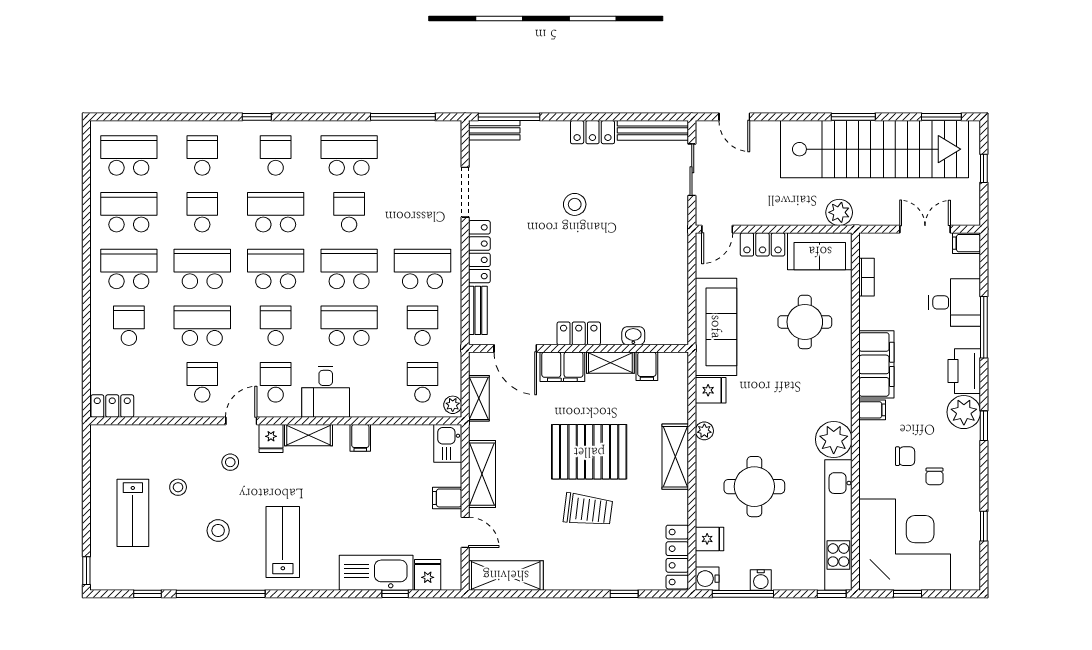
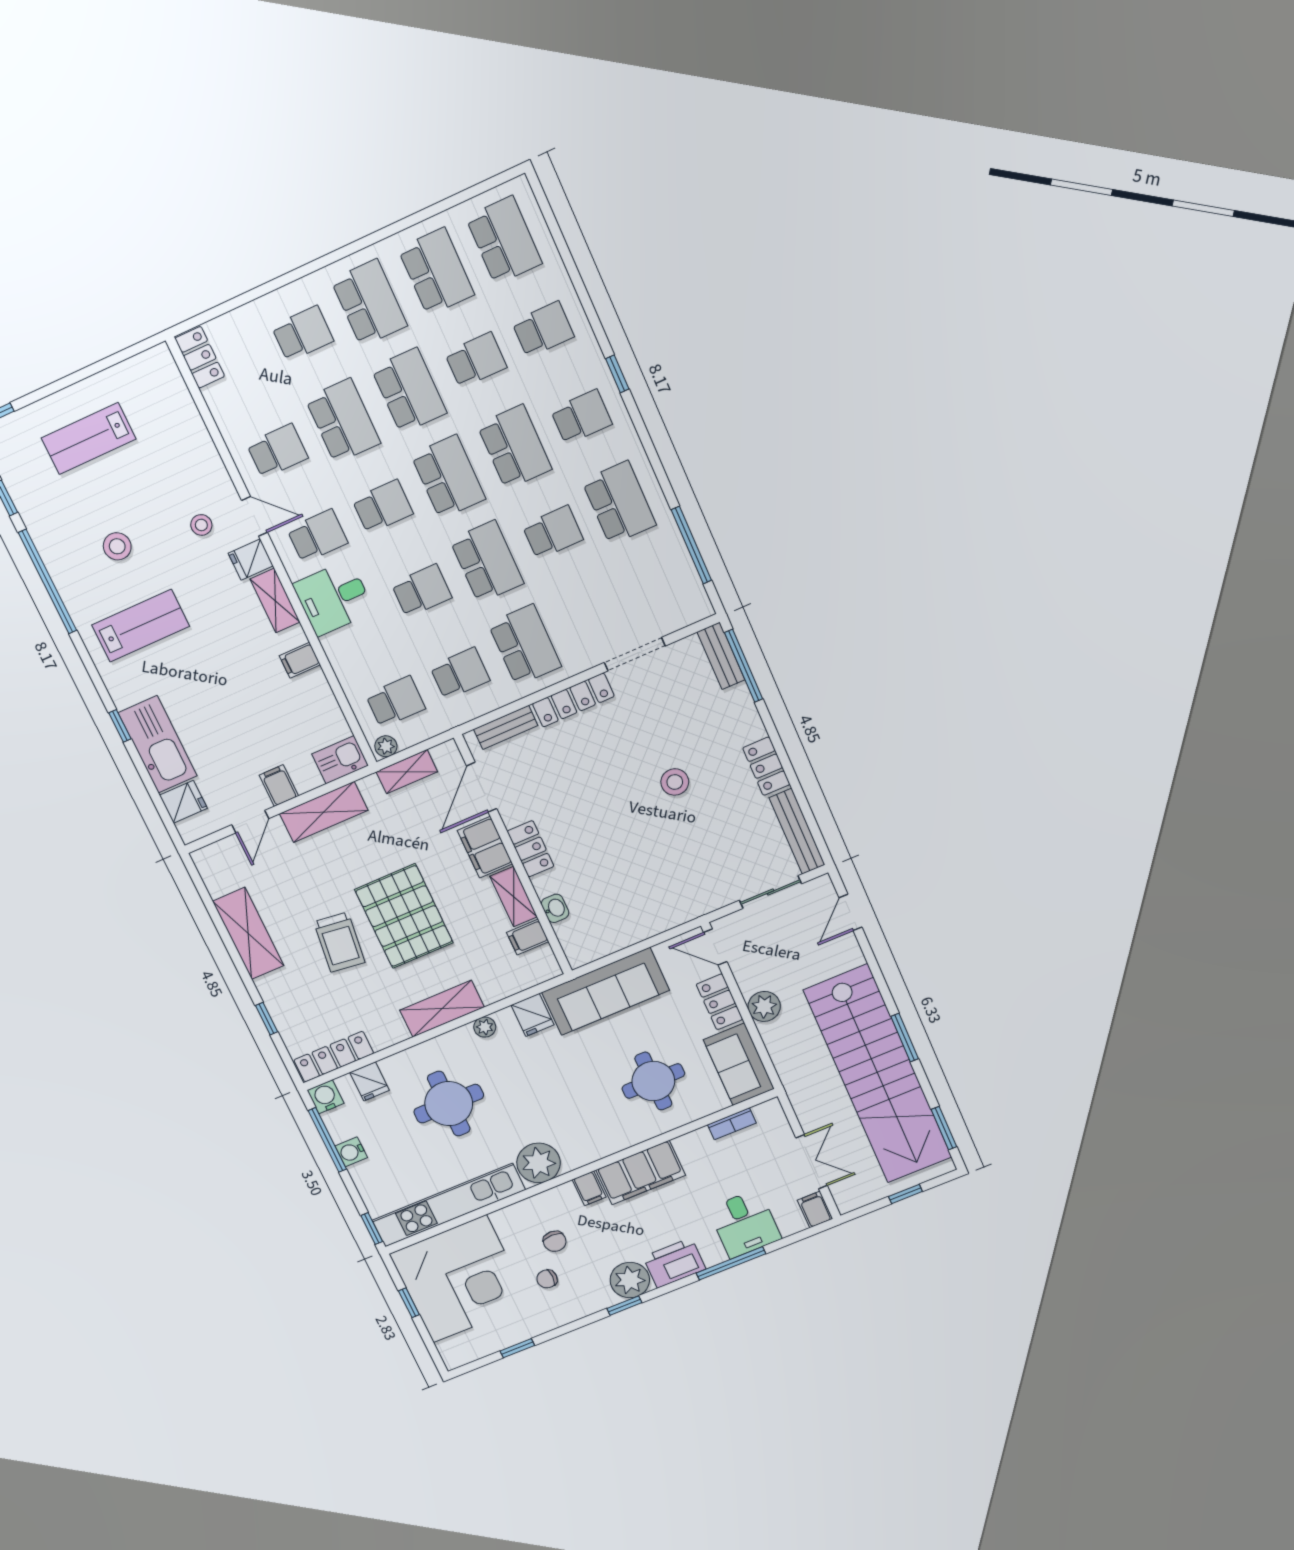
plant: (839, 212) -> (764, 1006), moved
school desk: (349, 326) -> (422, 591), width x0.54
stool: (178, 487) -> (144, 478), removed
shelving: (506, 575) -> (248, 933), moved
window: (395, 594) -> (120, 726), moved

